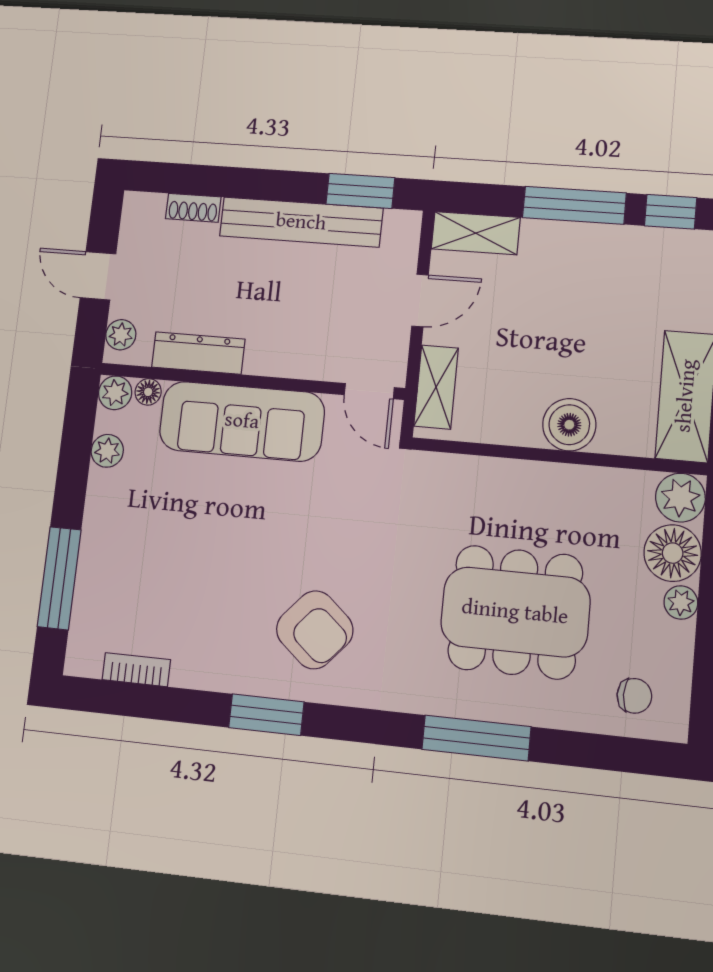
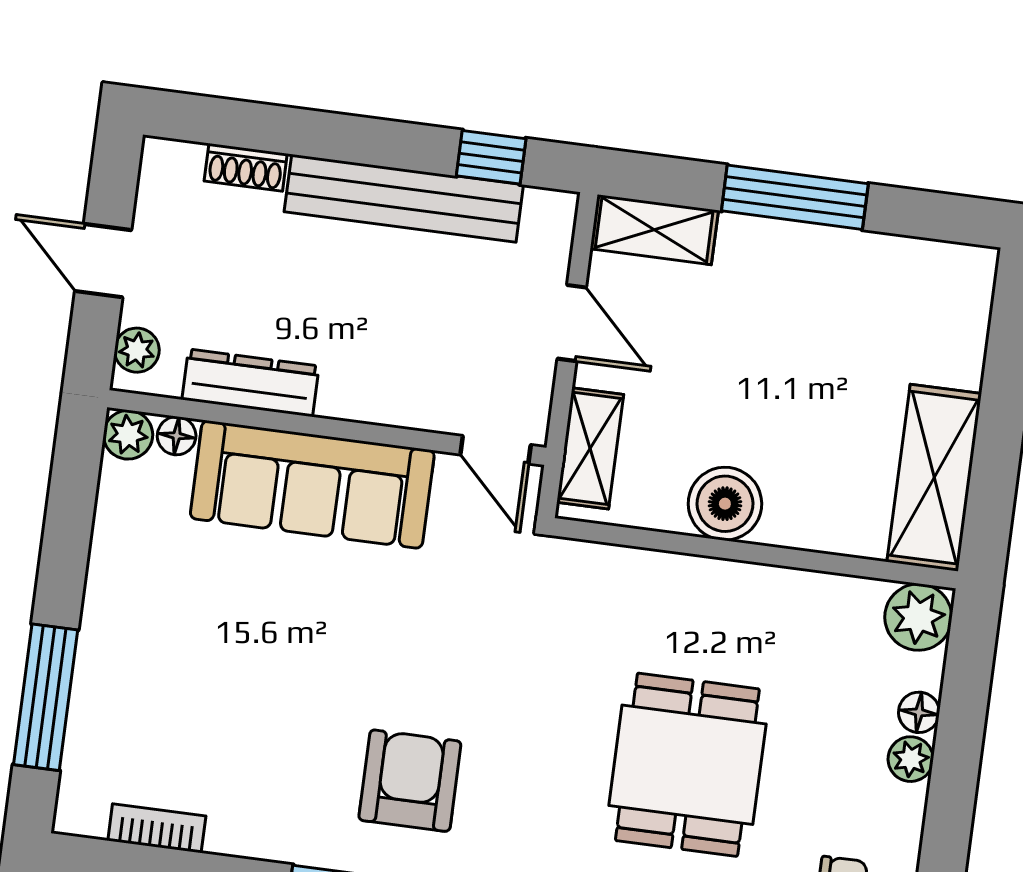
window: (360, 191) -> (491, 157), width x0.67
window: (671, 212) -> (928, 215), removed
door: (420, 300) -> (572, 323), hinge flipped
boiler: (569, 425) -> (725, 504), moved
plant: (107, 451) -> (116, 518), removed
floor lamp: (673, 553) -> (919, 712), width x0.53, depth x0.53
dining table: (515, 612) -> (687, 765), width x0.73
armchair: (315, 630) -> (410, 781), turned -131

